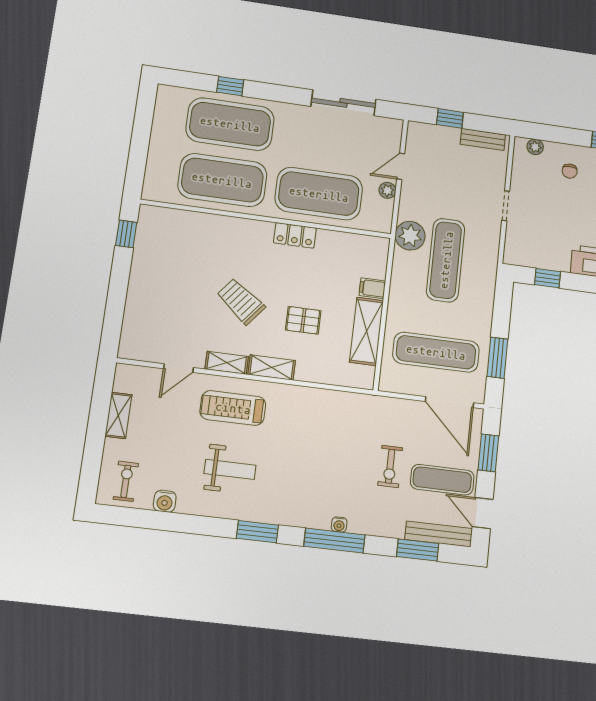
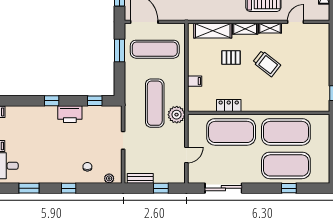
plant: (387, 190) -> (192, 139), removed
locker: (295, 235) -> (229, 106), moved
shelving: (367, 331) -> (213, 31), moved, turned 90

